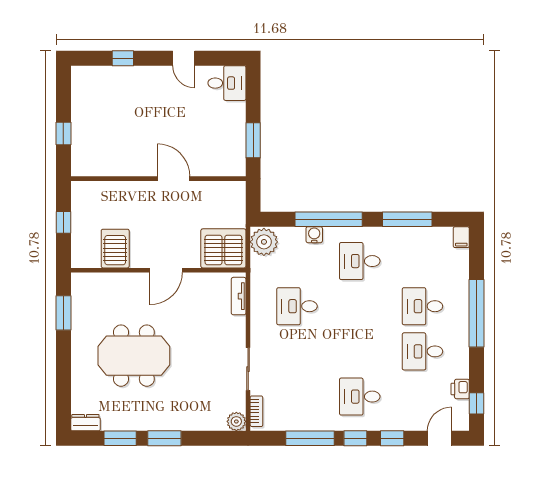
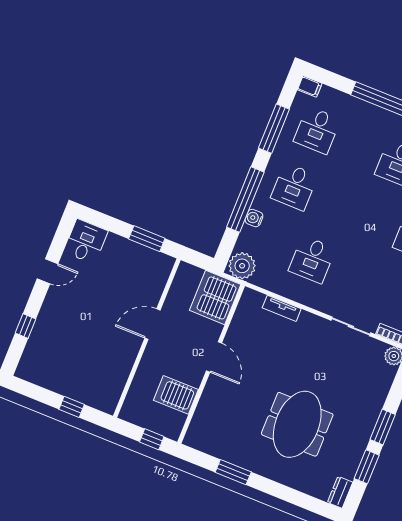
server rack: (223, 248) -> (215, 297), moved
server rack: (115, 249) -> (176, 395), moved
wall: (158, 270) -> (211, 364), moved
door: (166, 270) -> (214, 357), moved
desk: (422, 306) -> (317, 130), moved

